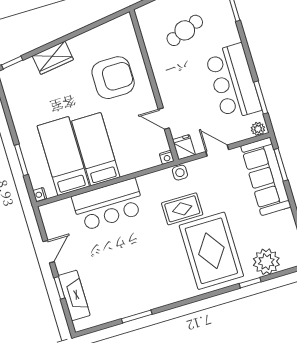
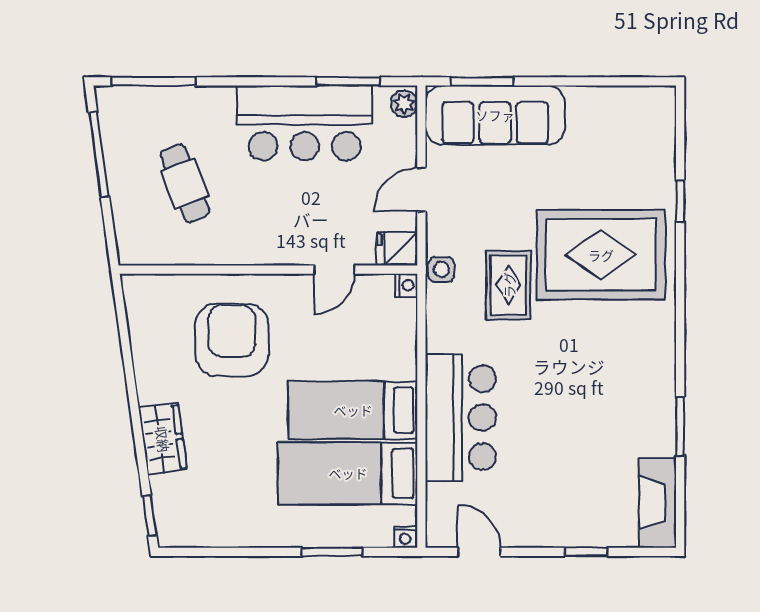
door: (49, 252) -> (479, 552), moved
plant: (266, 262) -> (651, 160), removed
fireplace: (74, 295) -> (657, 503), moved, turned -90

